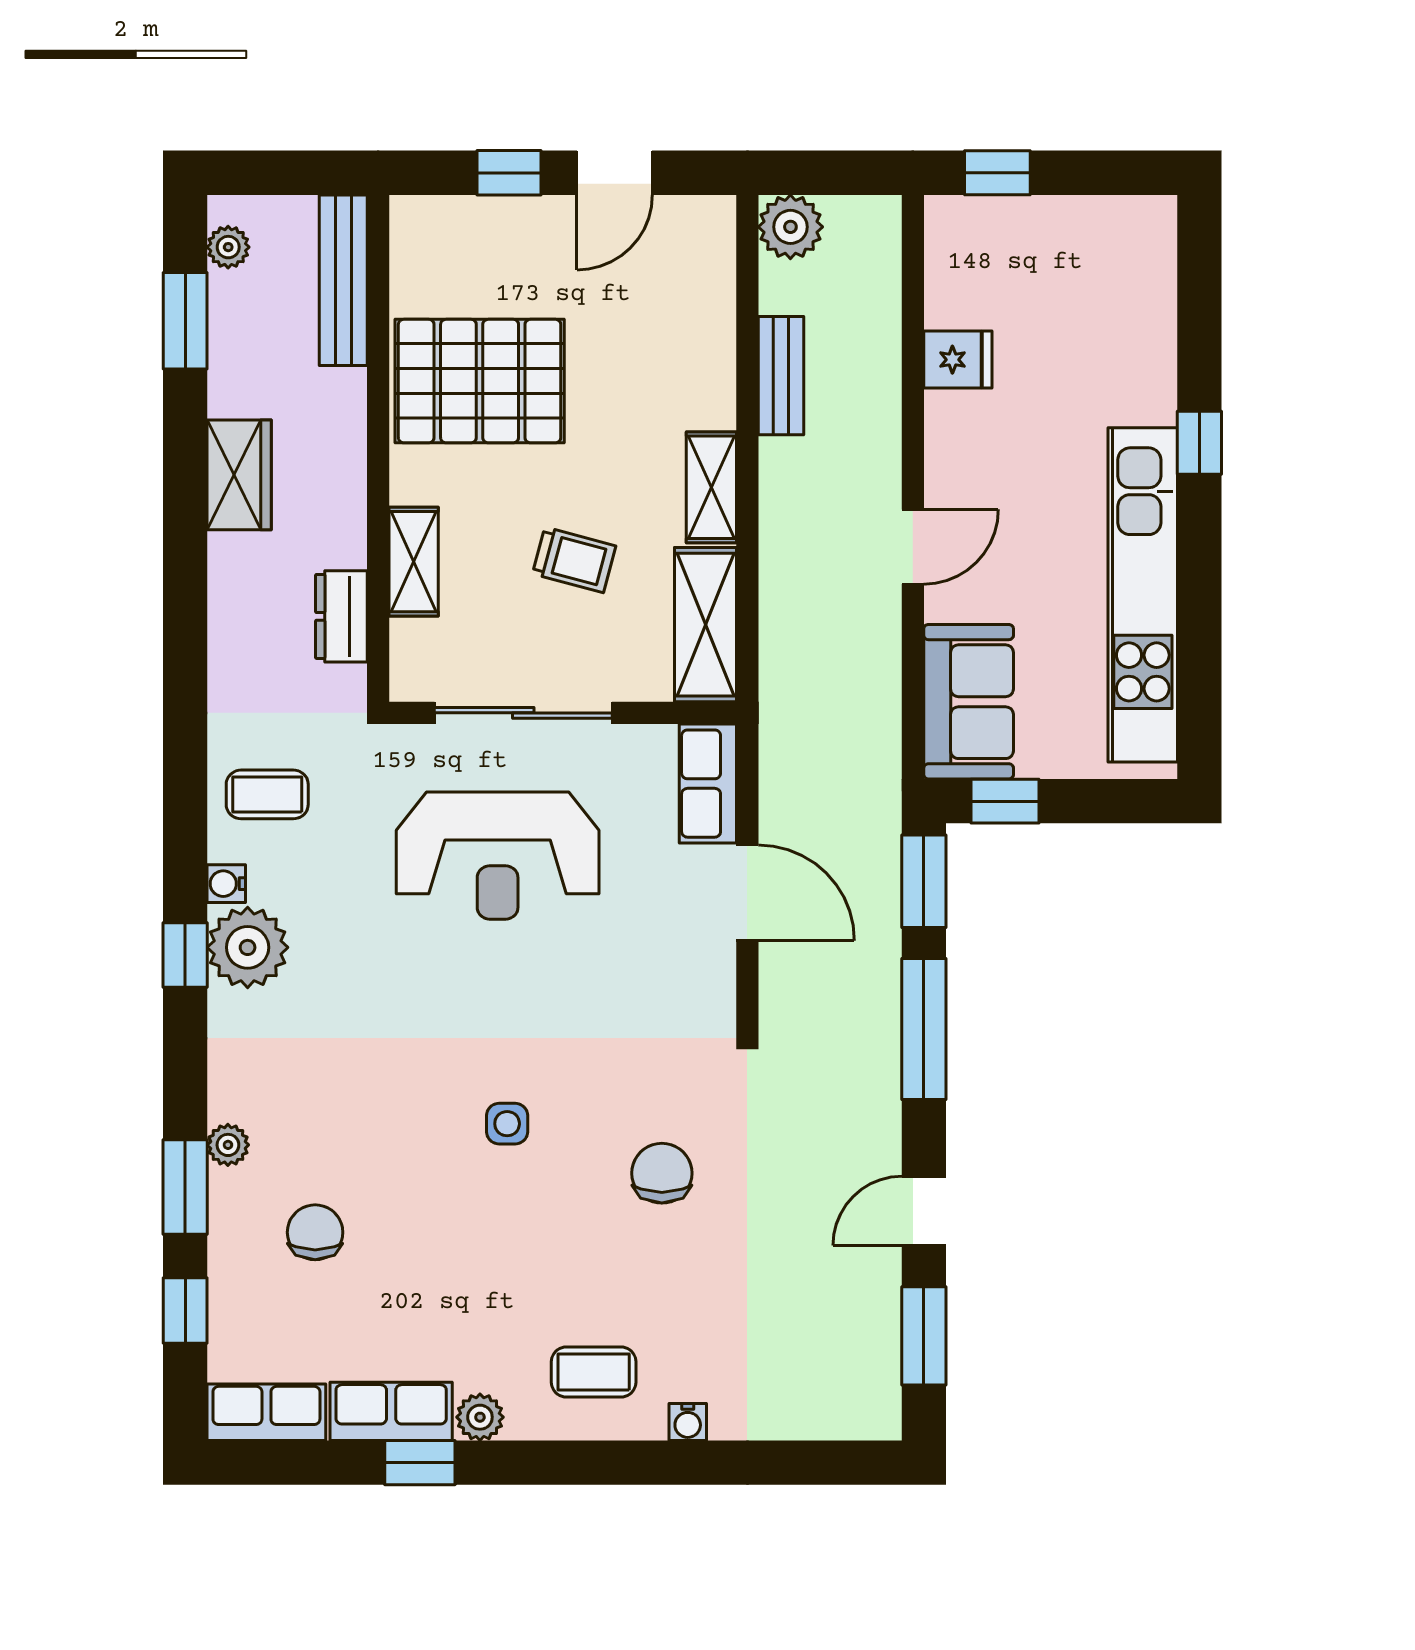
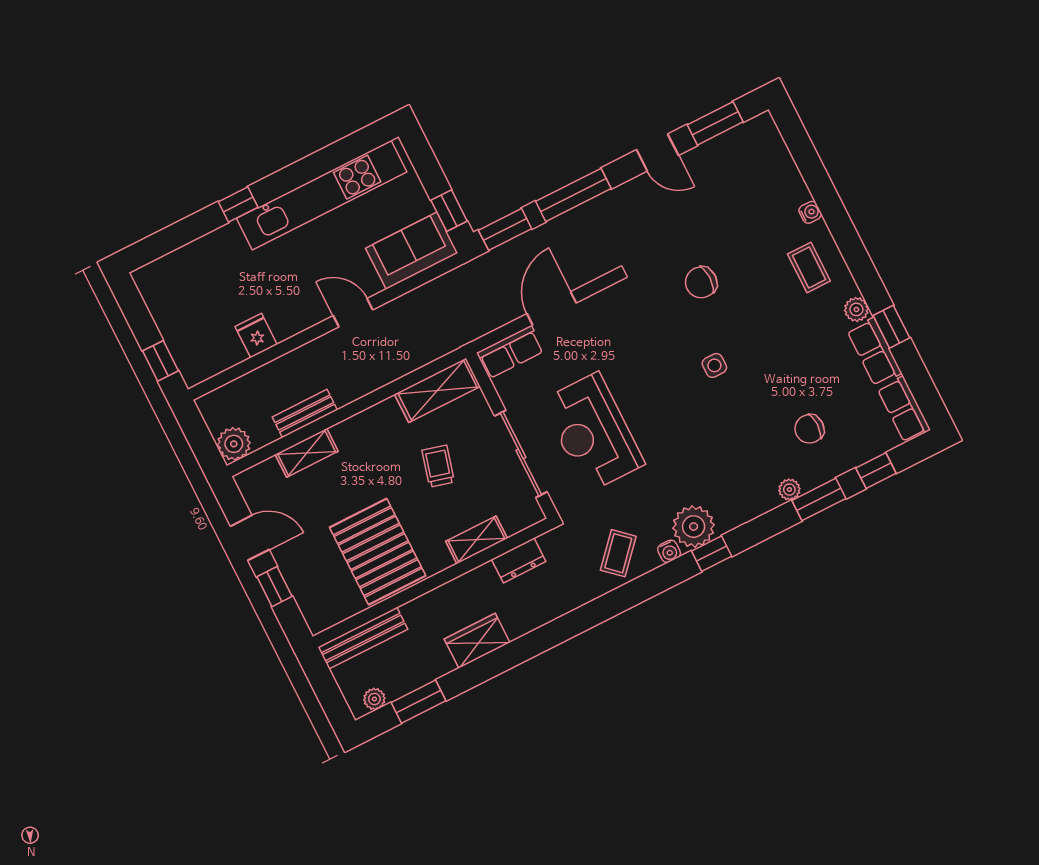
shelving: (711, 487) -> (307, 453), moved
coffee table: (267, 794) -> (618, 553), turned 42
reception desk: (498, 856) -> (593, 432), turned 180

